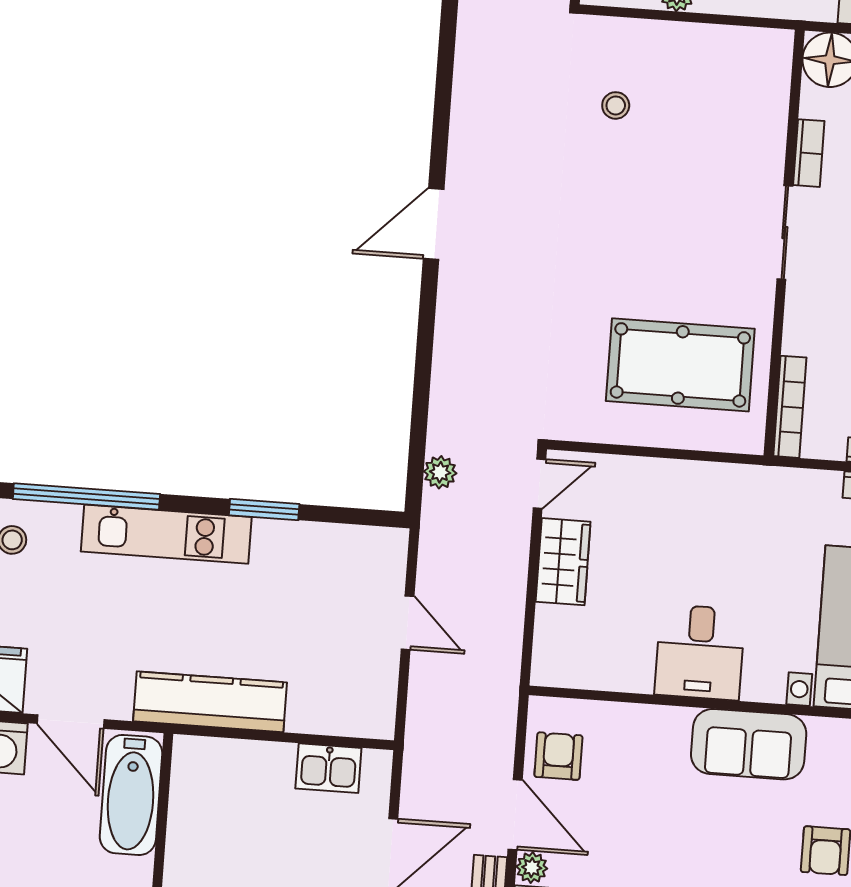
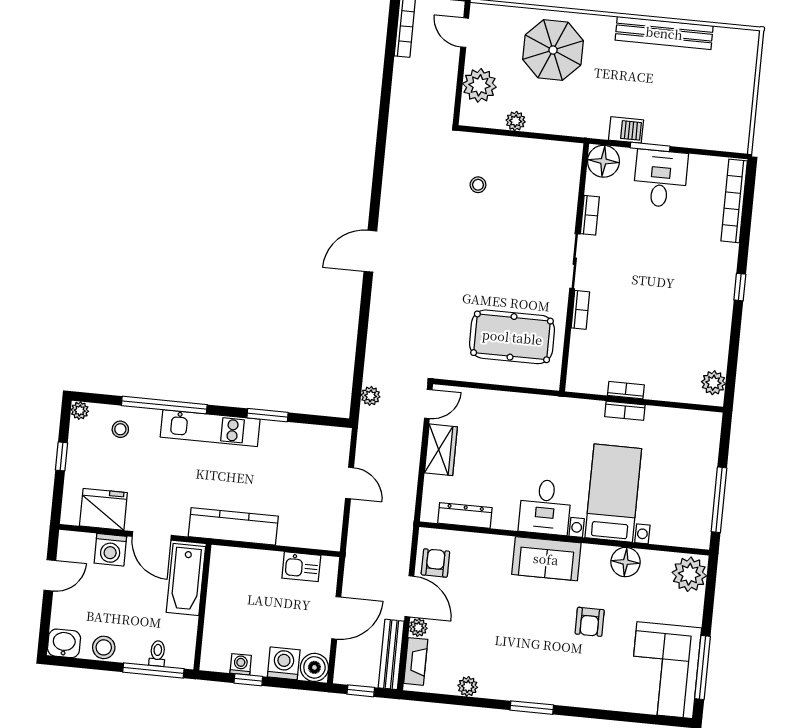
bookcase: (790, 407) -> (580, 310), moved, width x0.64
desk: (700, 652) -> (545, 507), moved
dresser: (607, 673) -> (465, 515), added

